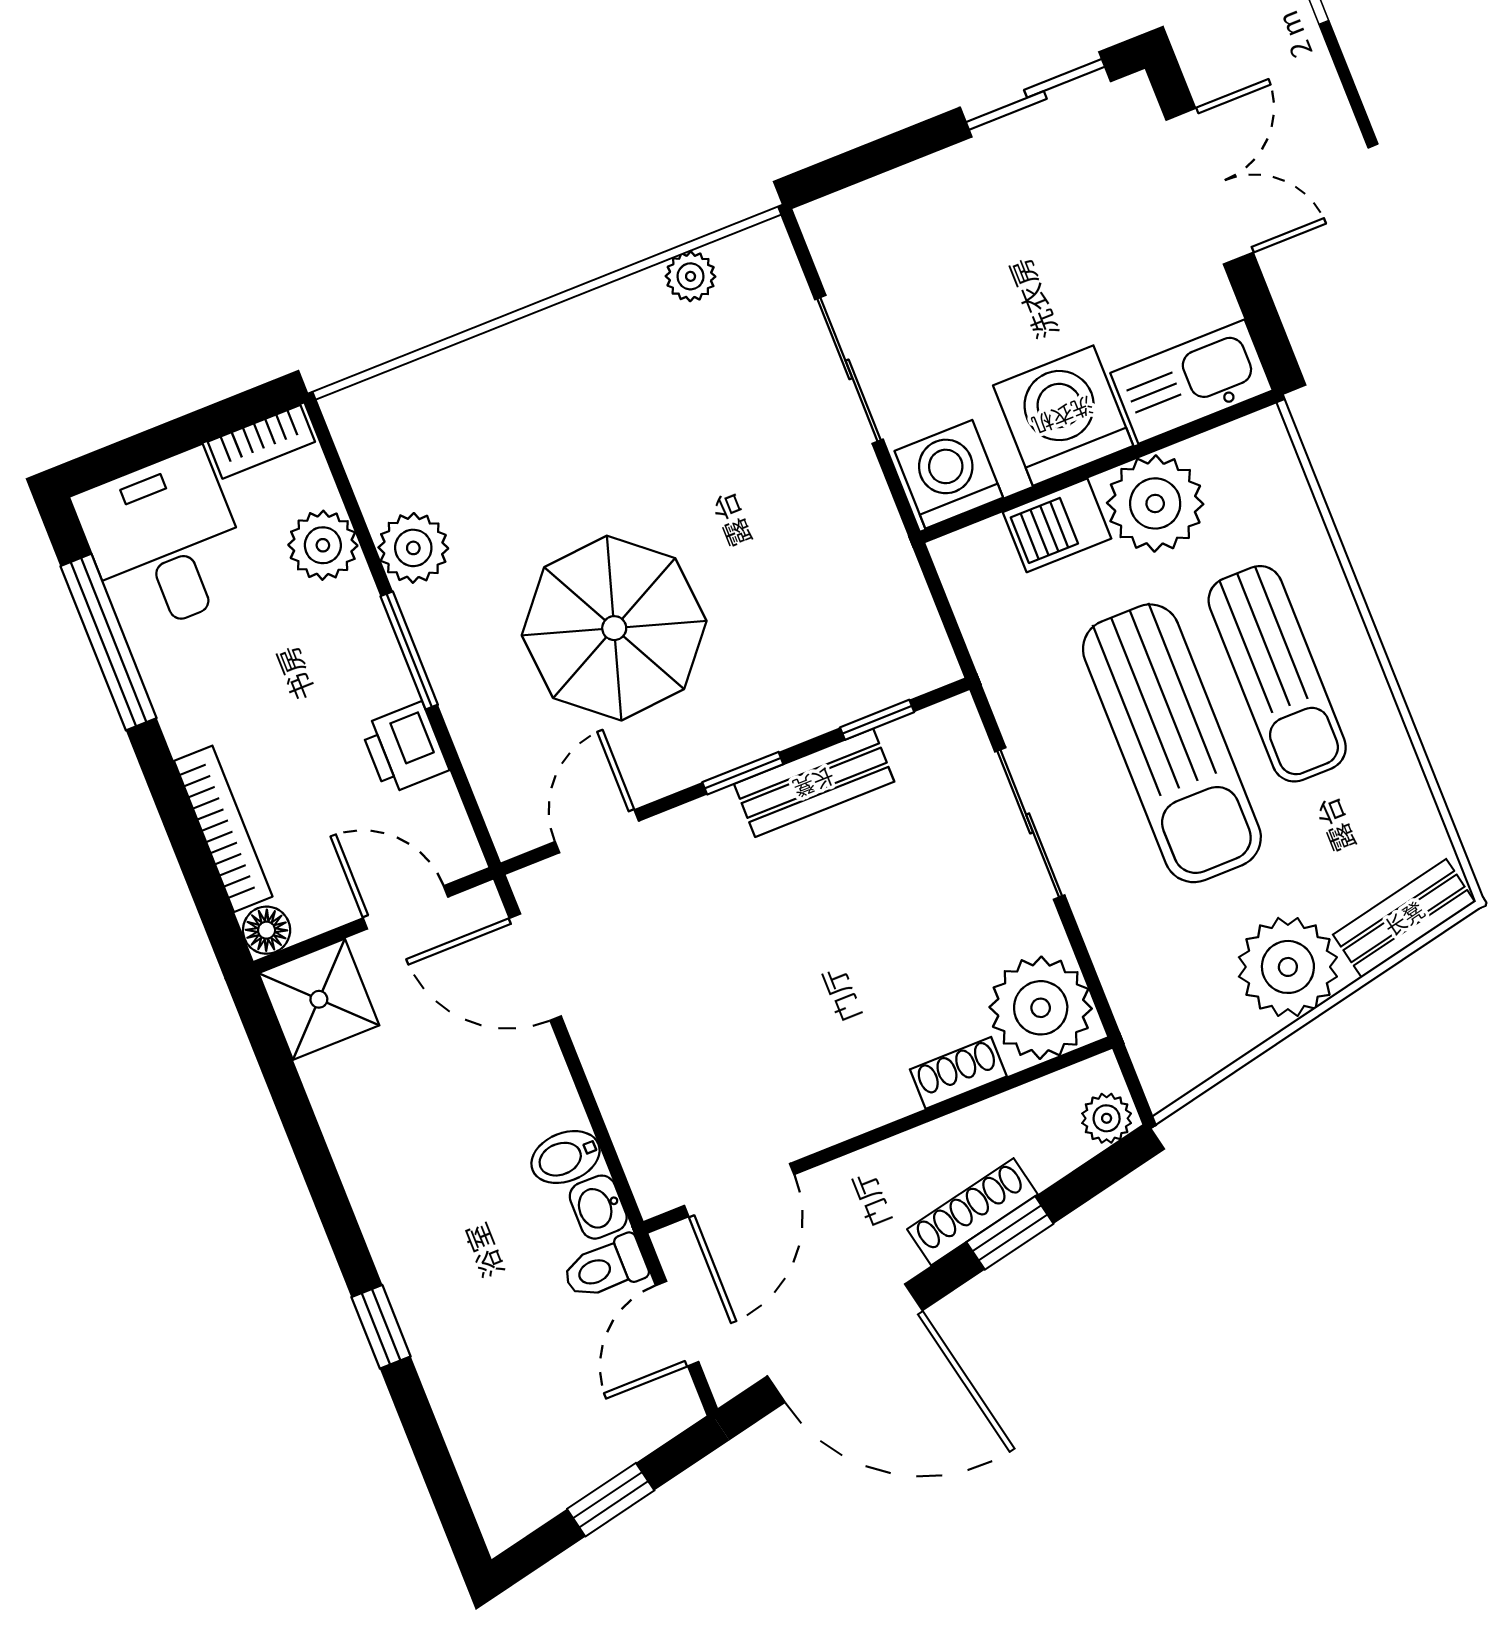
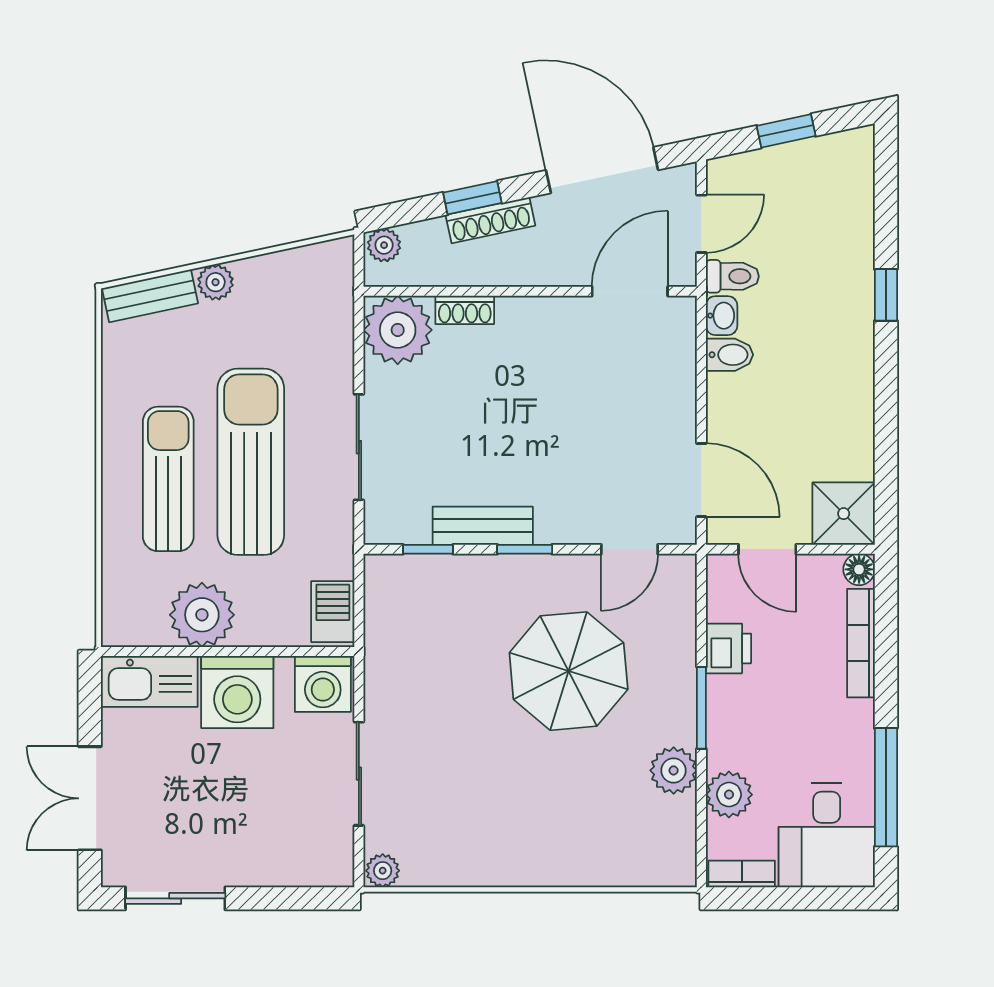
plant: (691, 276) -> (383, 871), moved
barbecue: (1057, 525) -> (333, 612), moved, turned -90
plant: (1288, 967) -> (216, 282), width x0.53, depth x0.53

